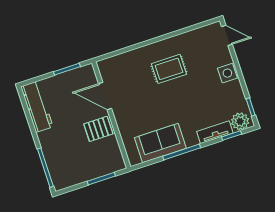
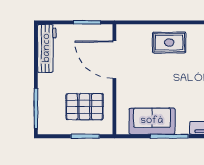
rug: (169, 69) -> (169, 43), moved
door: (105, 96) -> (114, 60), width x1.36
pallet: (98, 129) -> (85, 107), moved, width x1.50, depth x1.42

